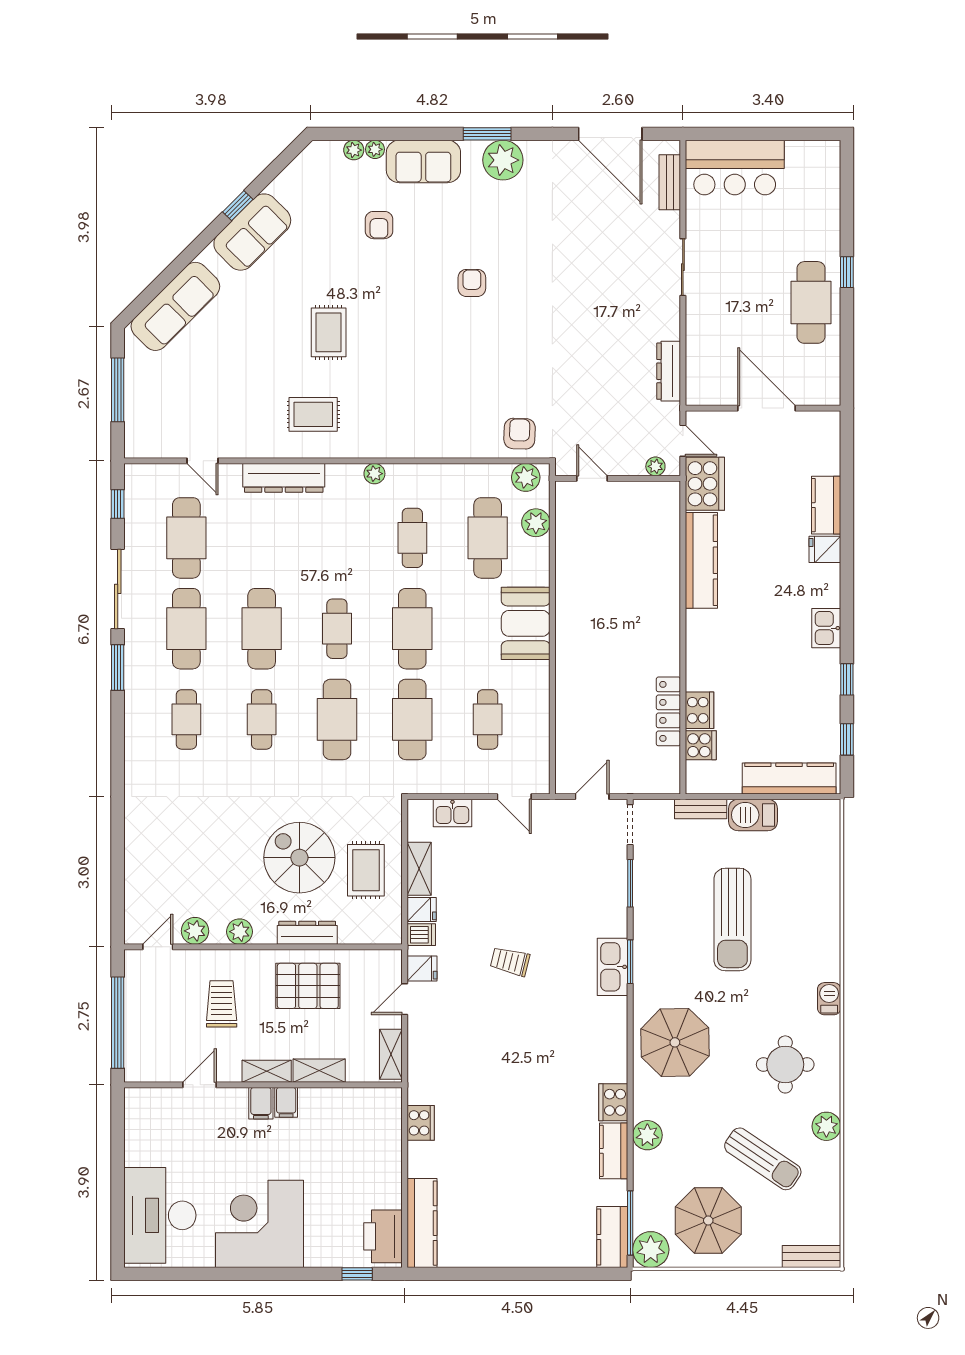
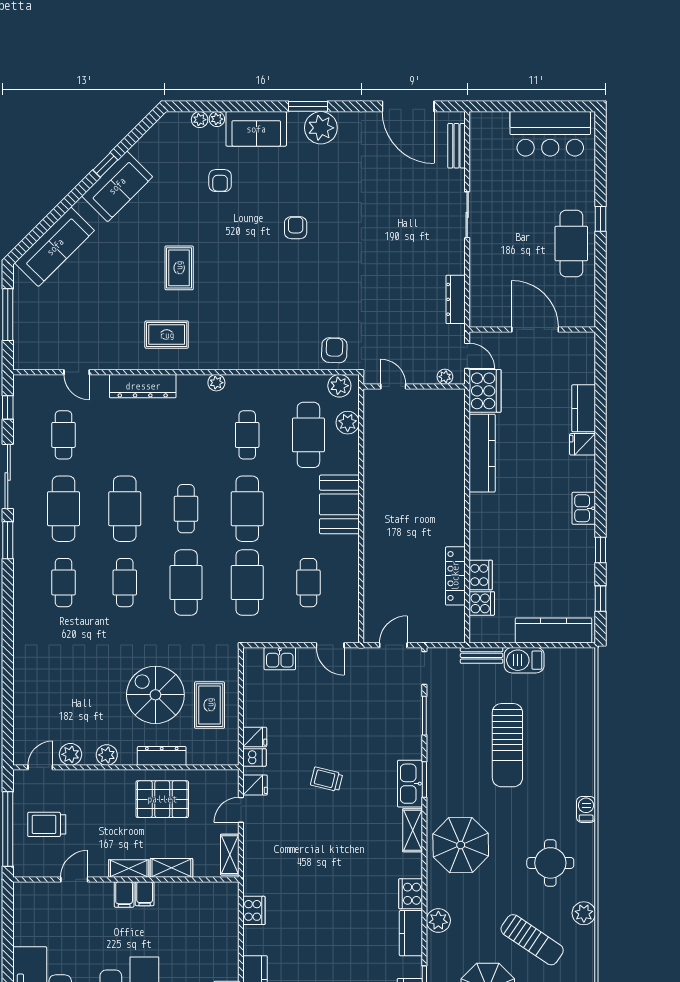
bar counter: (735, 168) -> (550, 134), moved
cafe table: (186, 538) -> (63, 435), width x0.73, depth x0.74
shelving: (419, 869) -> (413, 830), moved
trolley: (222, 1004) -> (47, 824), moved, turned -90

